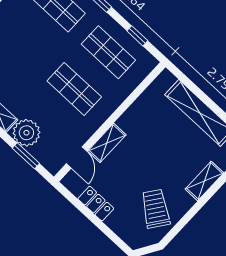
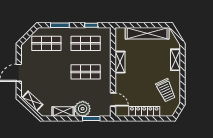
shelving: (107, 143) -> (120, 62), moved
locker: (96, 204) -> (144, 111), width x1.53
trolley: (156, 209) -> (166, 90), turned -151

